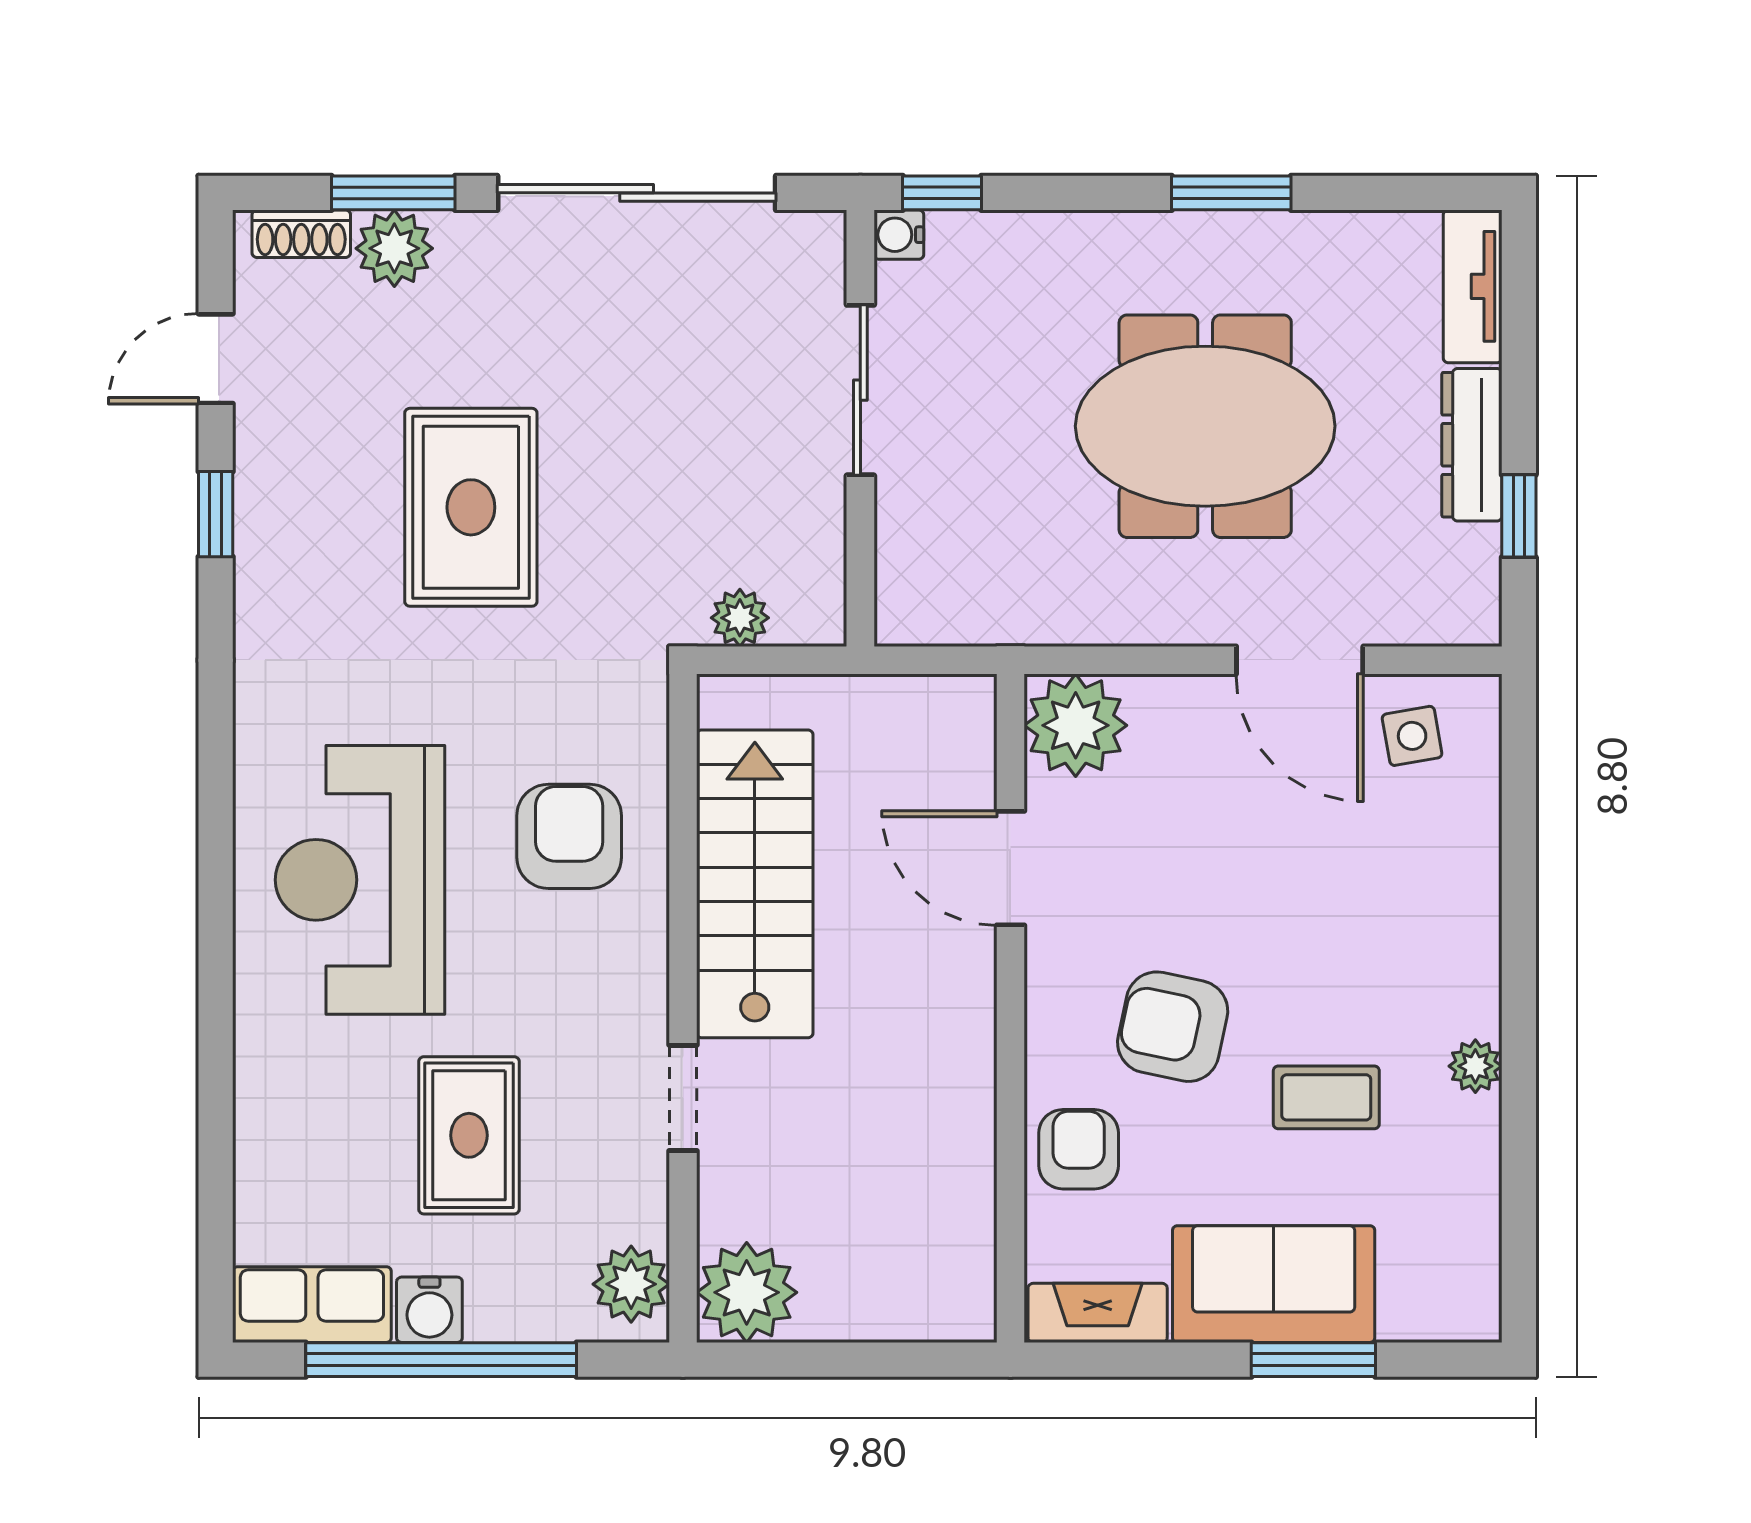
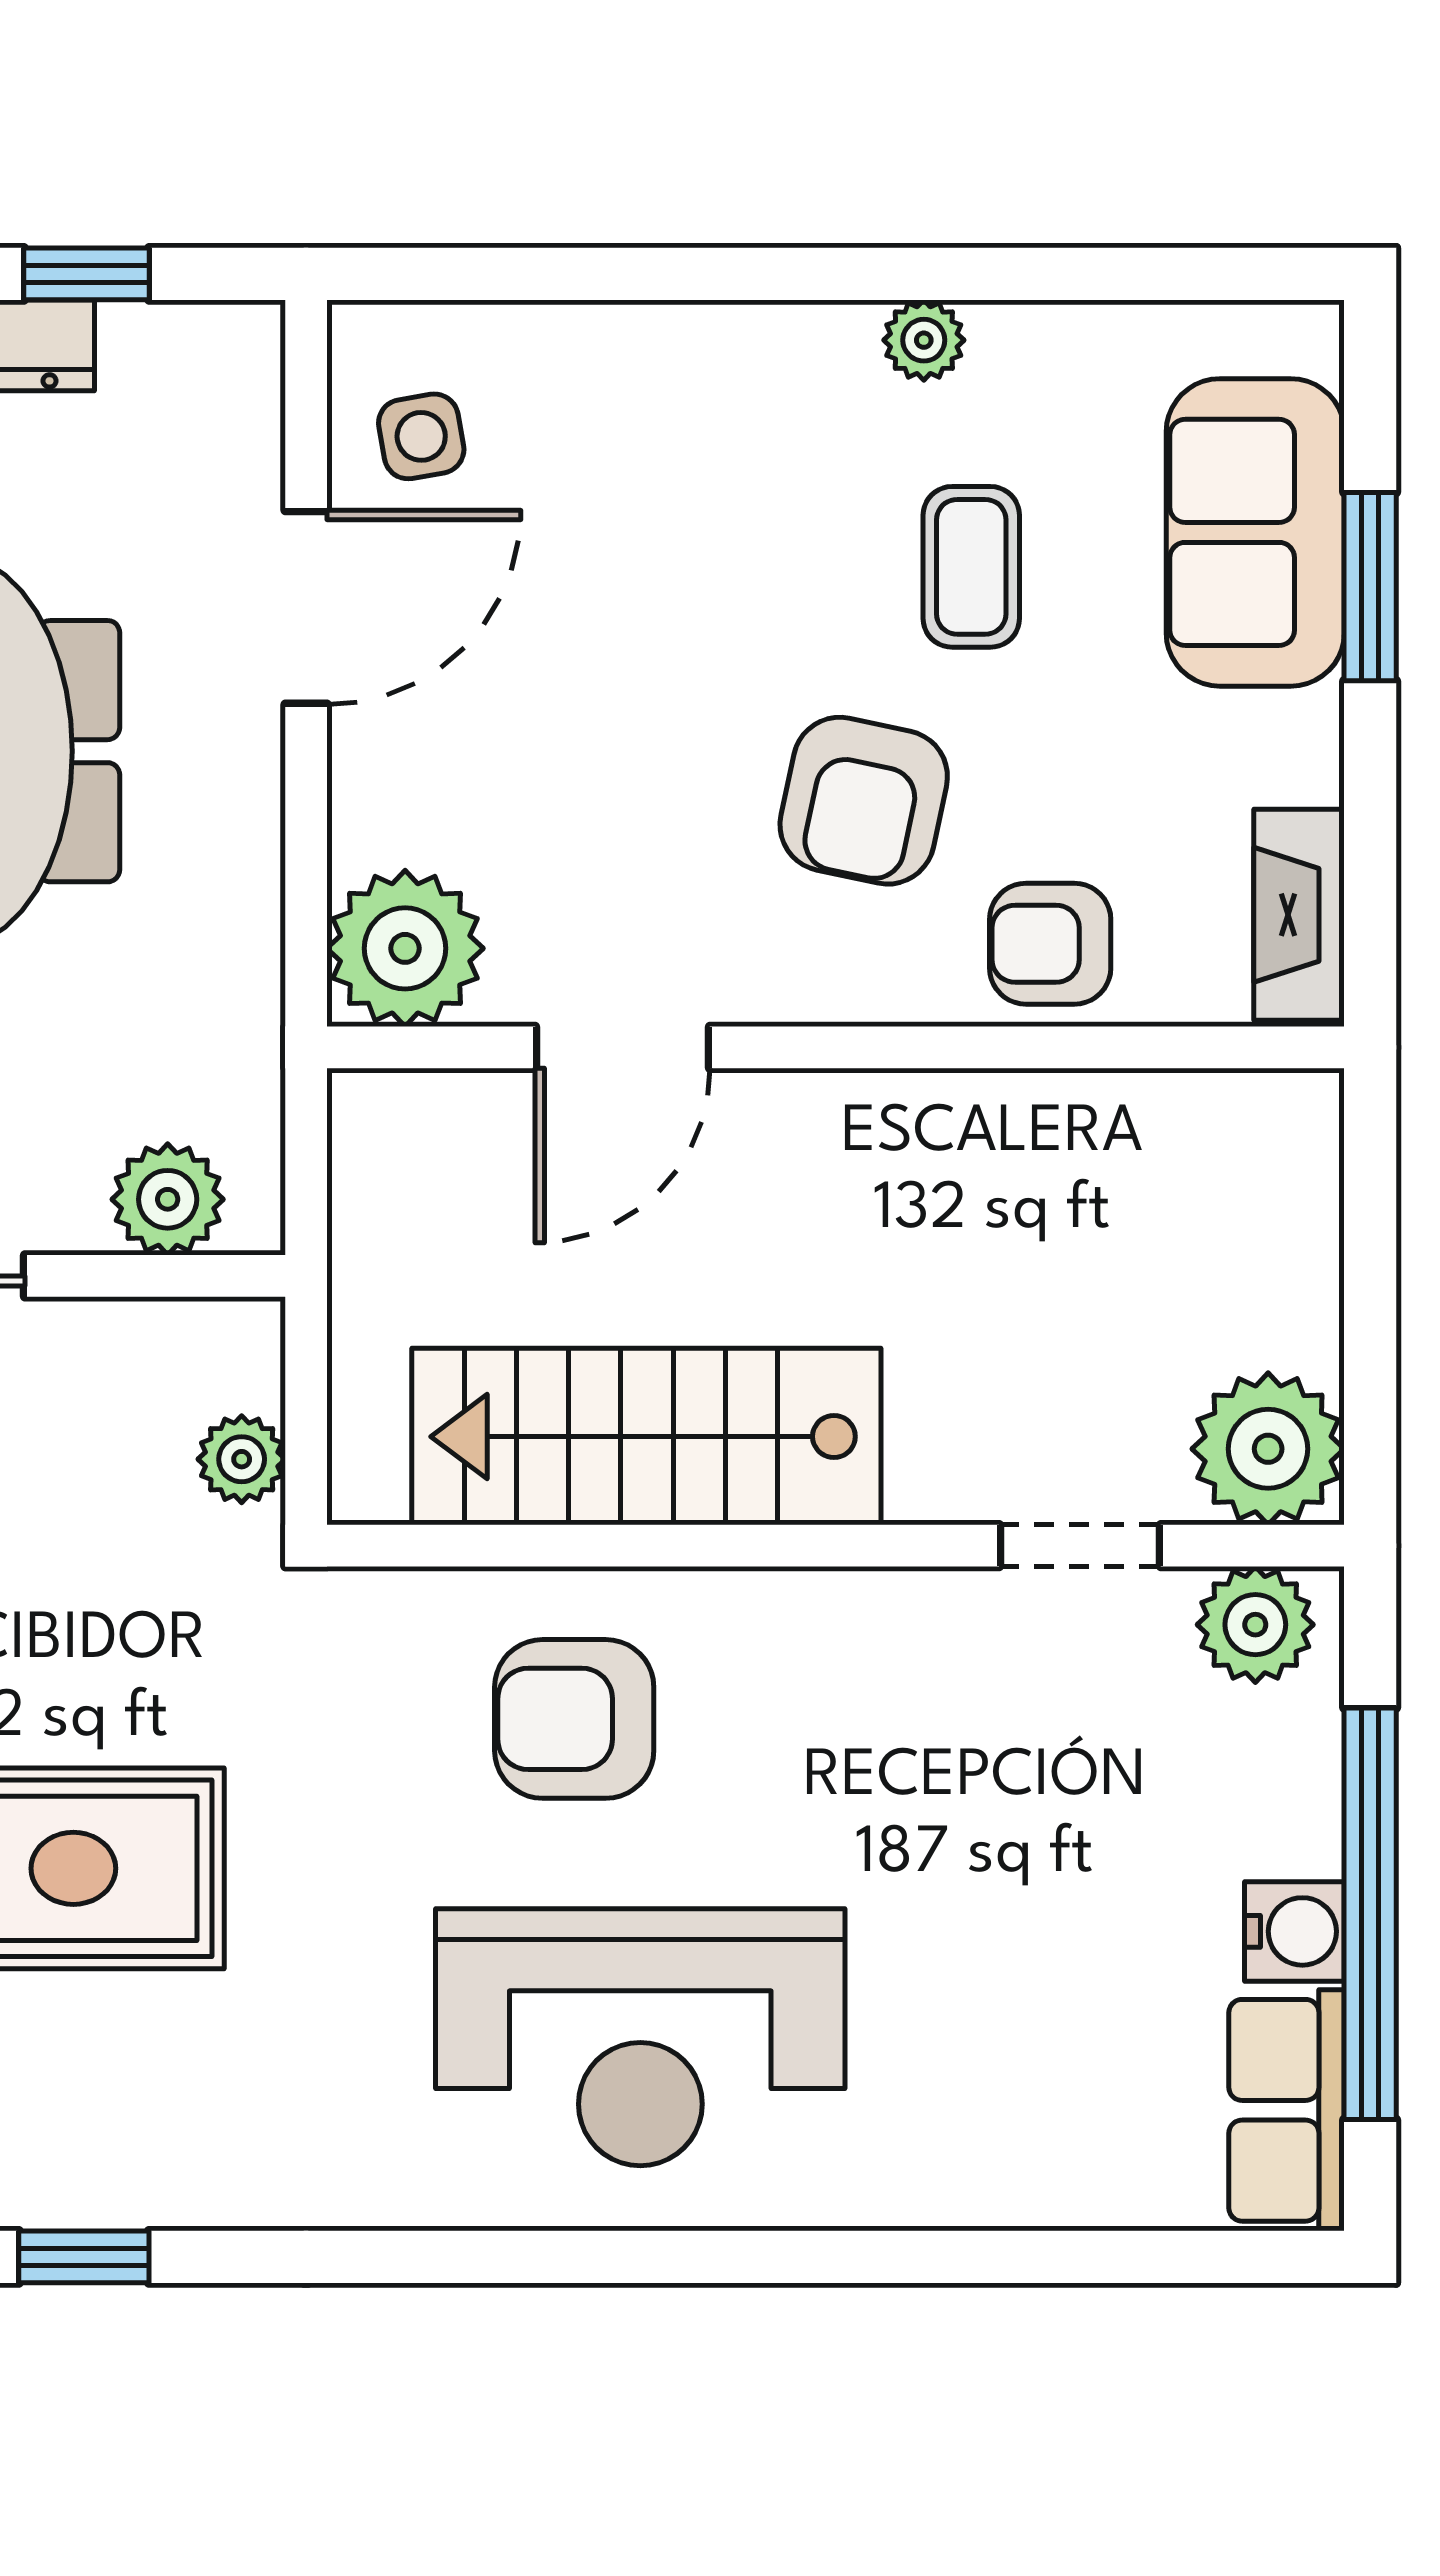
plant: (911, 569) -> (168, 1199), added
doorway: (683, 1098) -> (1080, 1546), moved
rug: (469, 1135) -> (1029, 1871), removed
sofa: (1274, 1284) -> (1255, 532), moved

